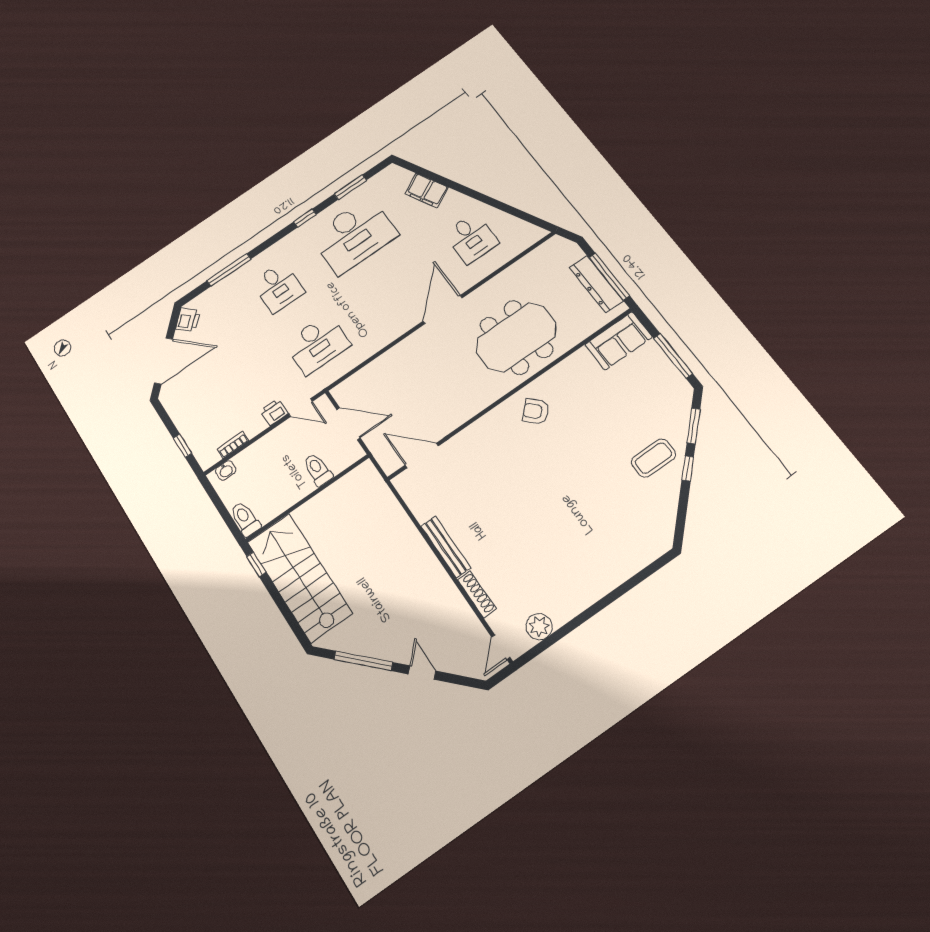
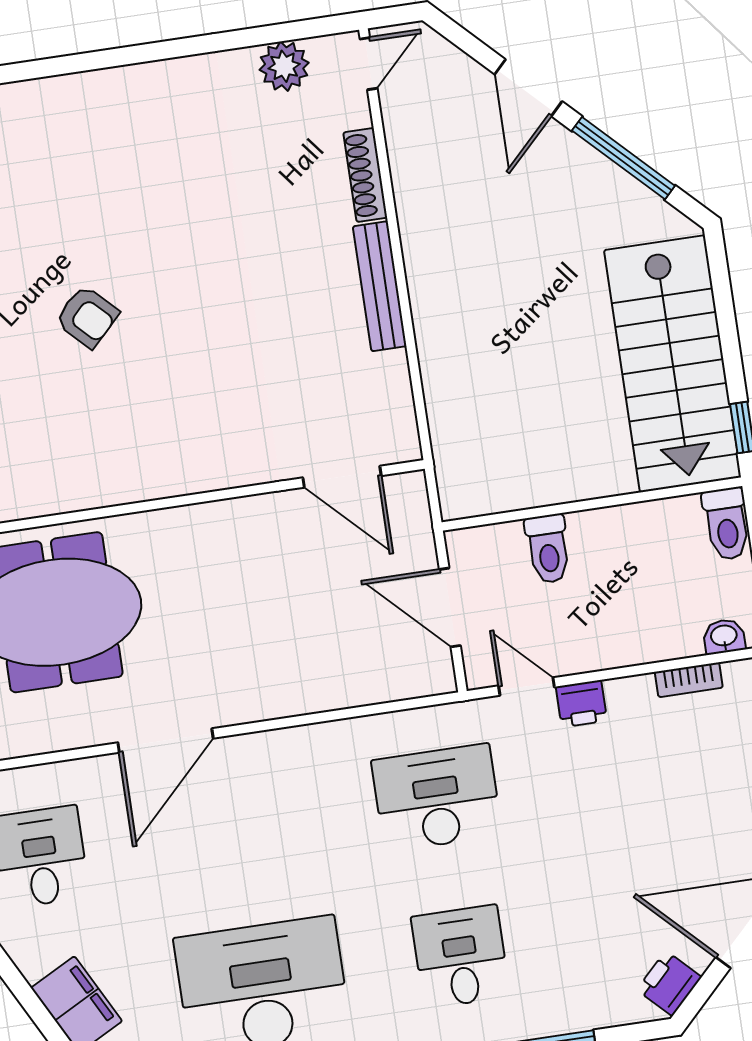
armchair: (536, 411) -> (87, 317), moved
door: (422, 672) -> (528, 88), width x1.38

